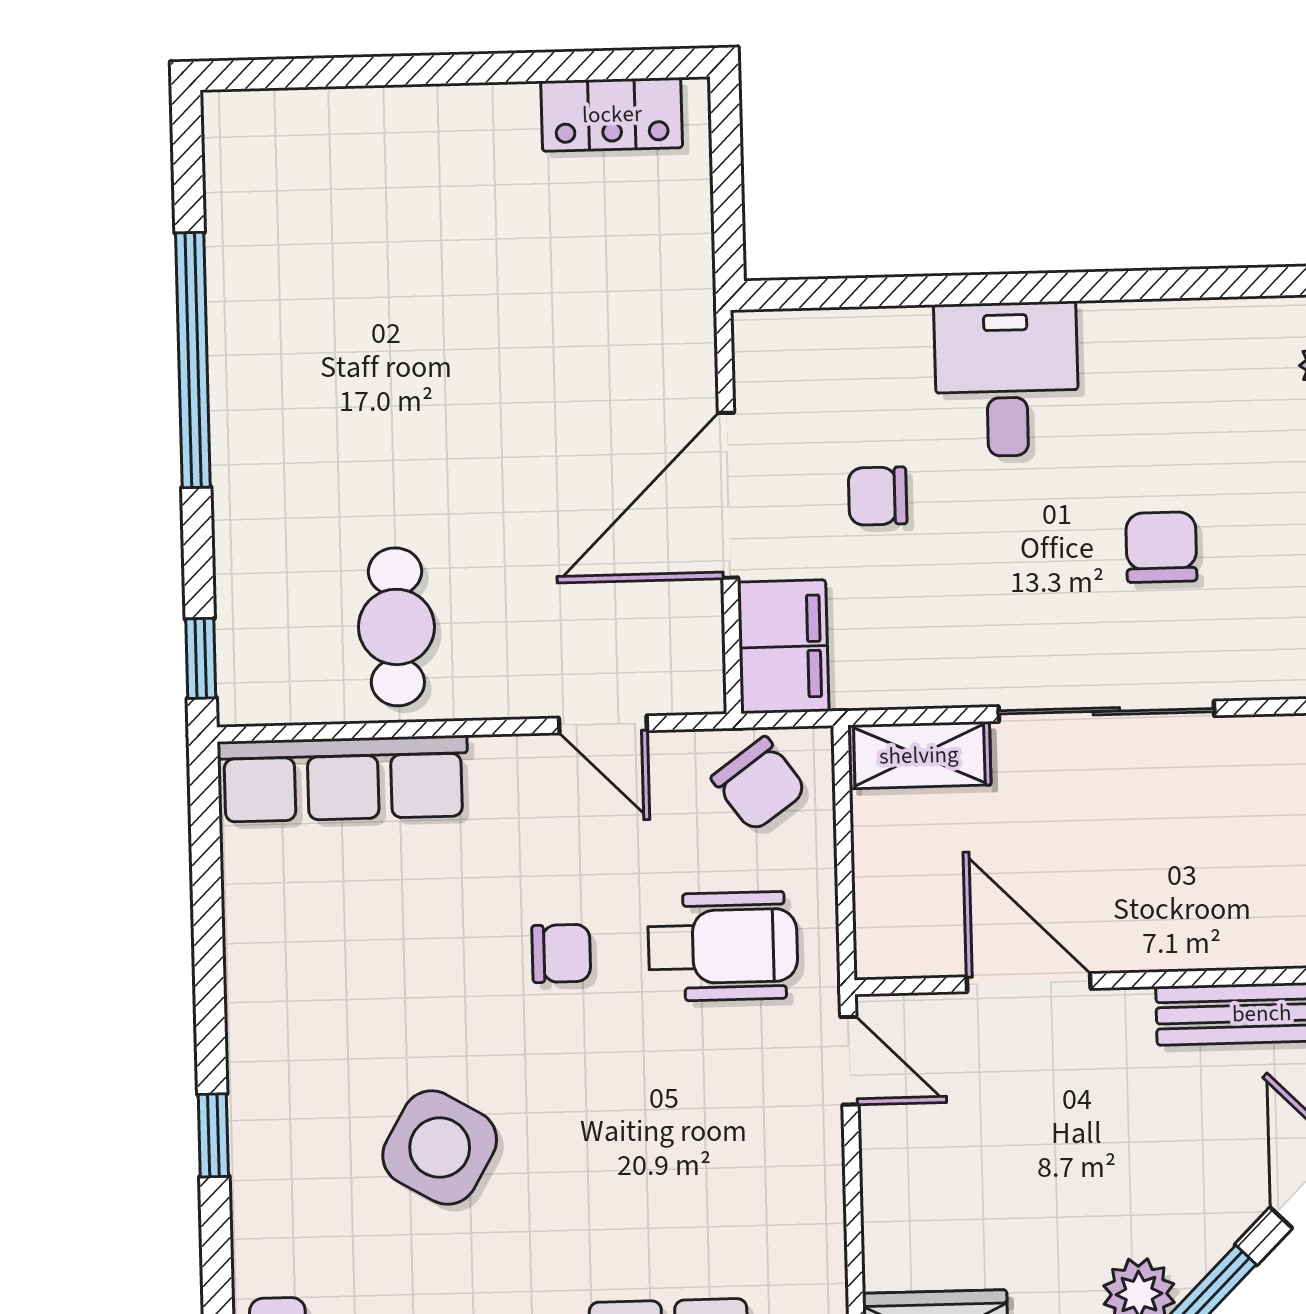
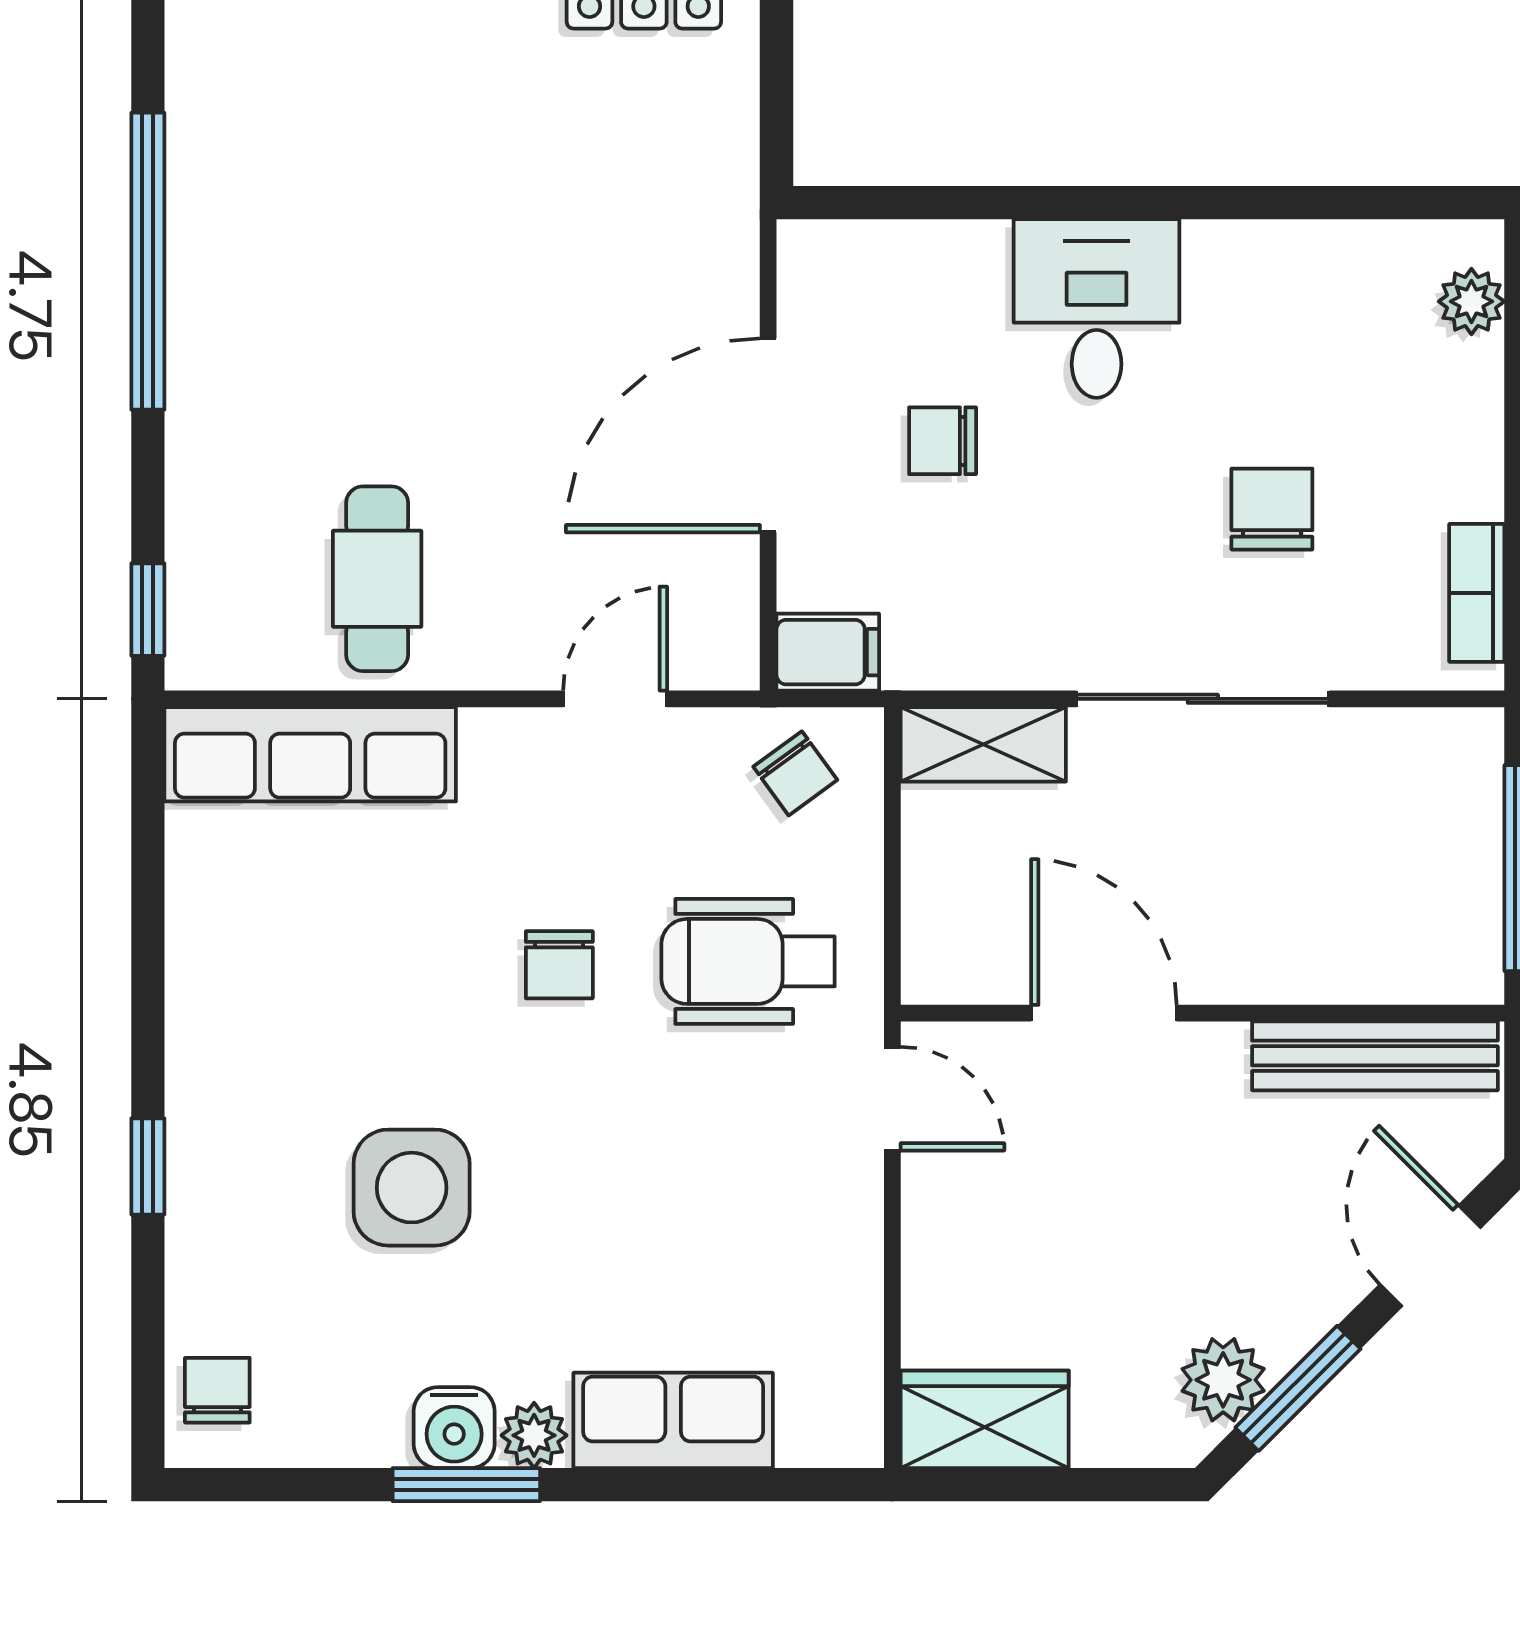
filing cabinet: (783, 647) -> (828, 652), width x0.50
door: (603, 724) -> (615, 699), swing flipped
chair: (759, 784) -> (795, 773), width x0.73, depth x0.73
wheelchair: (723, 946) -> (748, 961), turned 180
chair: (561, 953) -> (559, 965), turned 90
side table: (440, 1148) -> (412, 1188), turned -30

